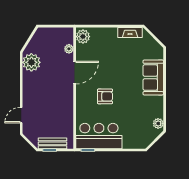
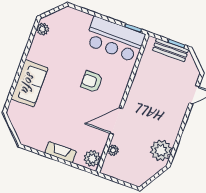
fireplace: (130, 33) -> (61, 152), moved

